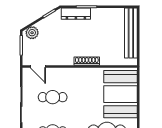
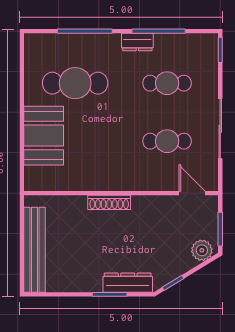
booth: (120, 94) -> (44, 136), width x0.73, depth x0.70

